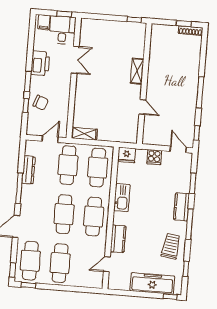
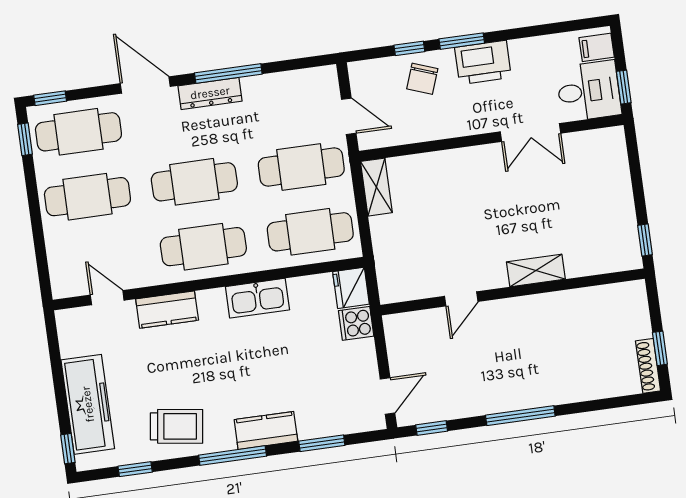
printer: (40, 63) -> (483, 62), moved
cooker: (154, 157) -> (356, 323), moved
dresser: (29, 170) -> (210, 93), moved

